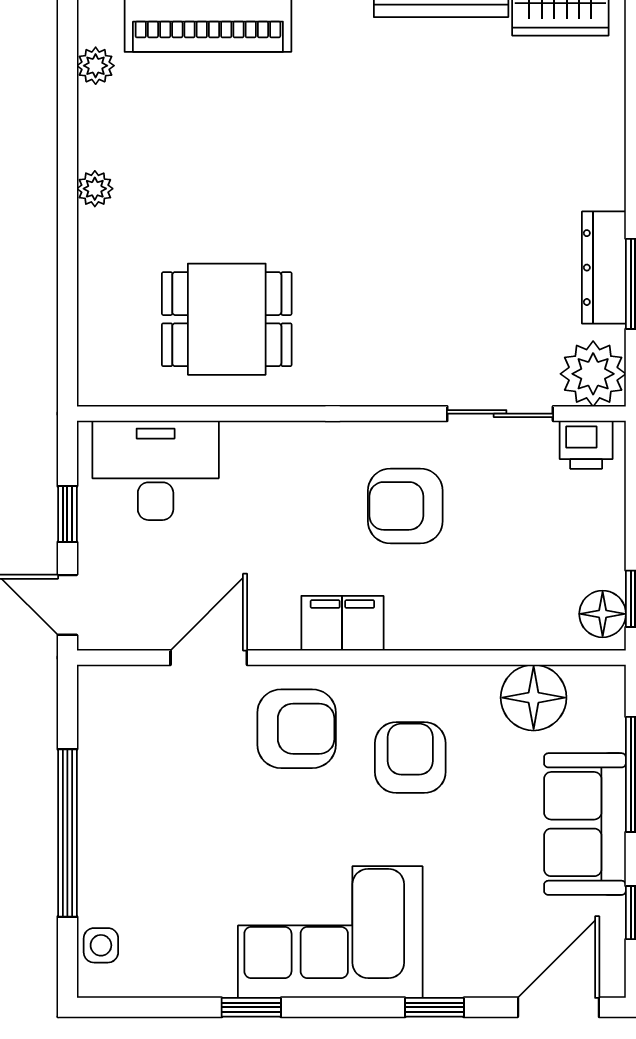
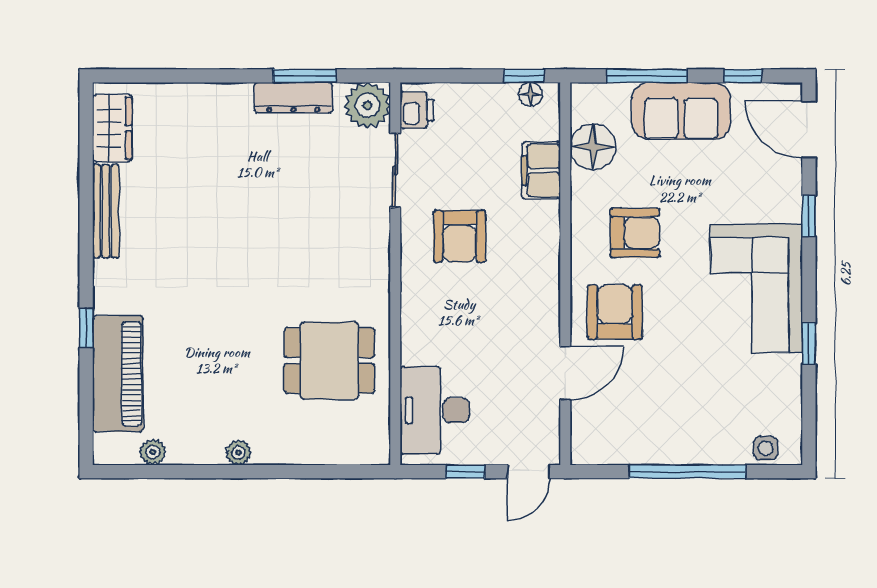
dining table: (227, 319) -> (329, 361), turned 90
floor lamp: (603, 614) -> (530, 94), width x0.73, depth x0.73
filing cabinet: (342, 623) -> (541, 170), moved
door: (209, 658) -> (565, 373), swing flipped
armchair: (410, 758) -> (635, 233), turned 180

